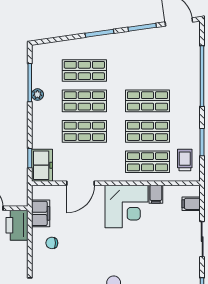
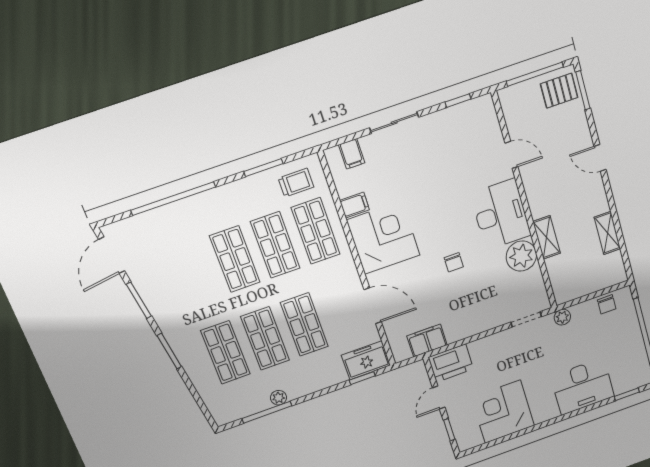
trolley: (185, 160) -> (296, 183), turned 180
chair: (52, 243) -> (454, 262), moved

